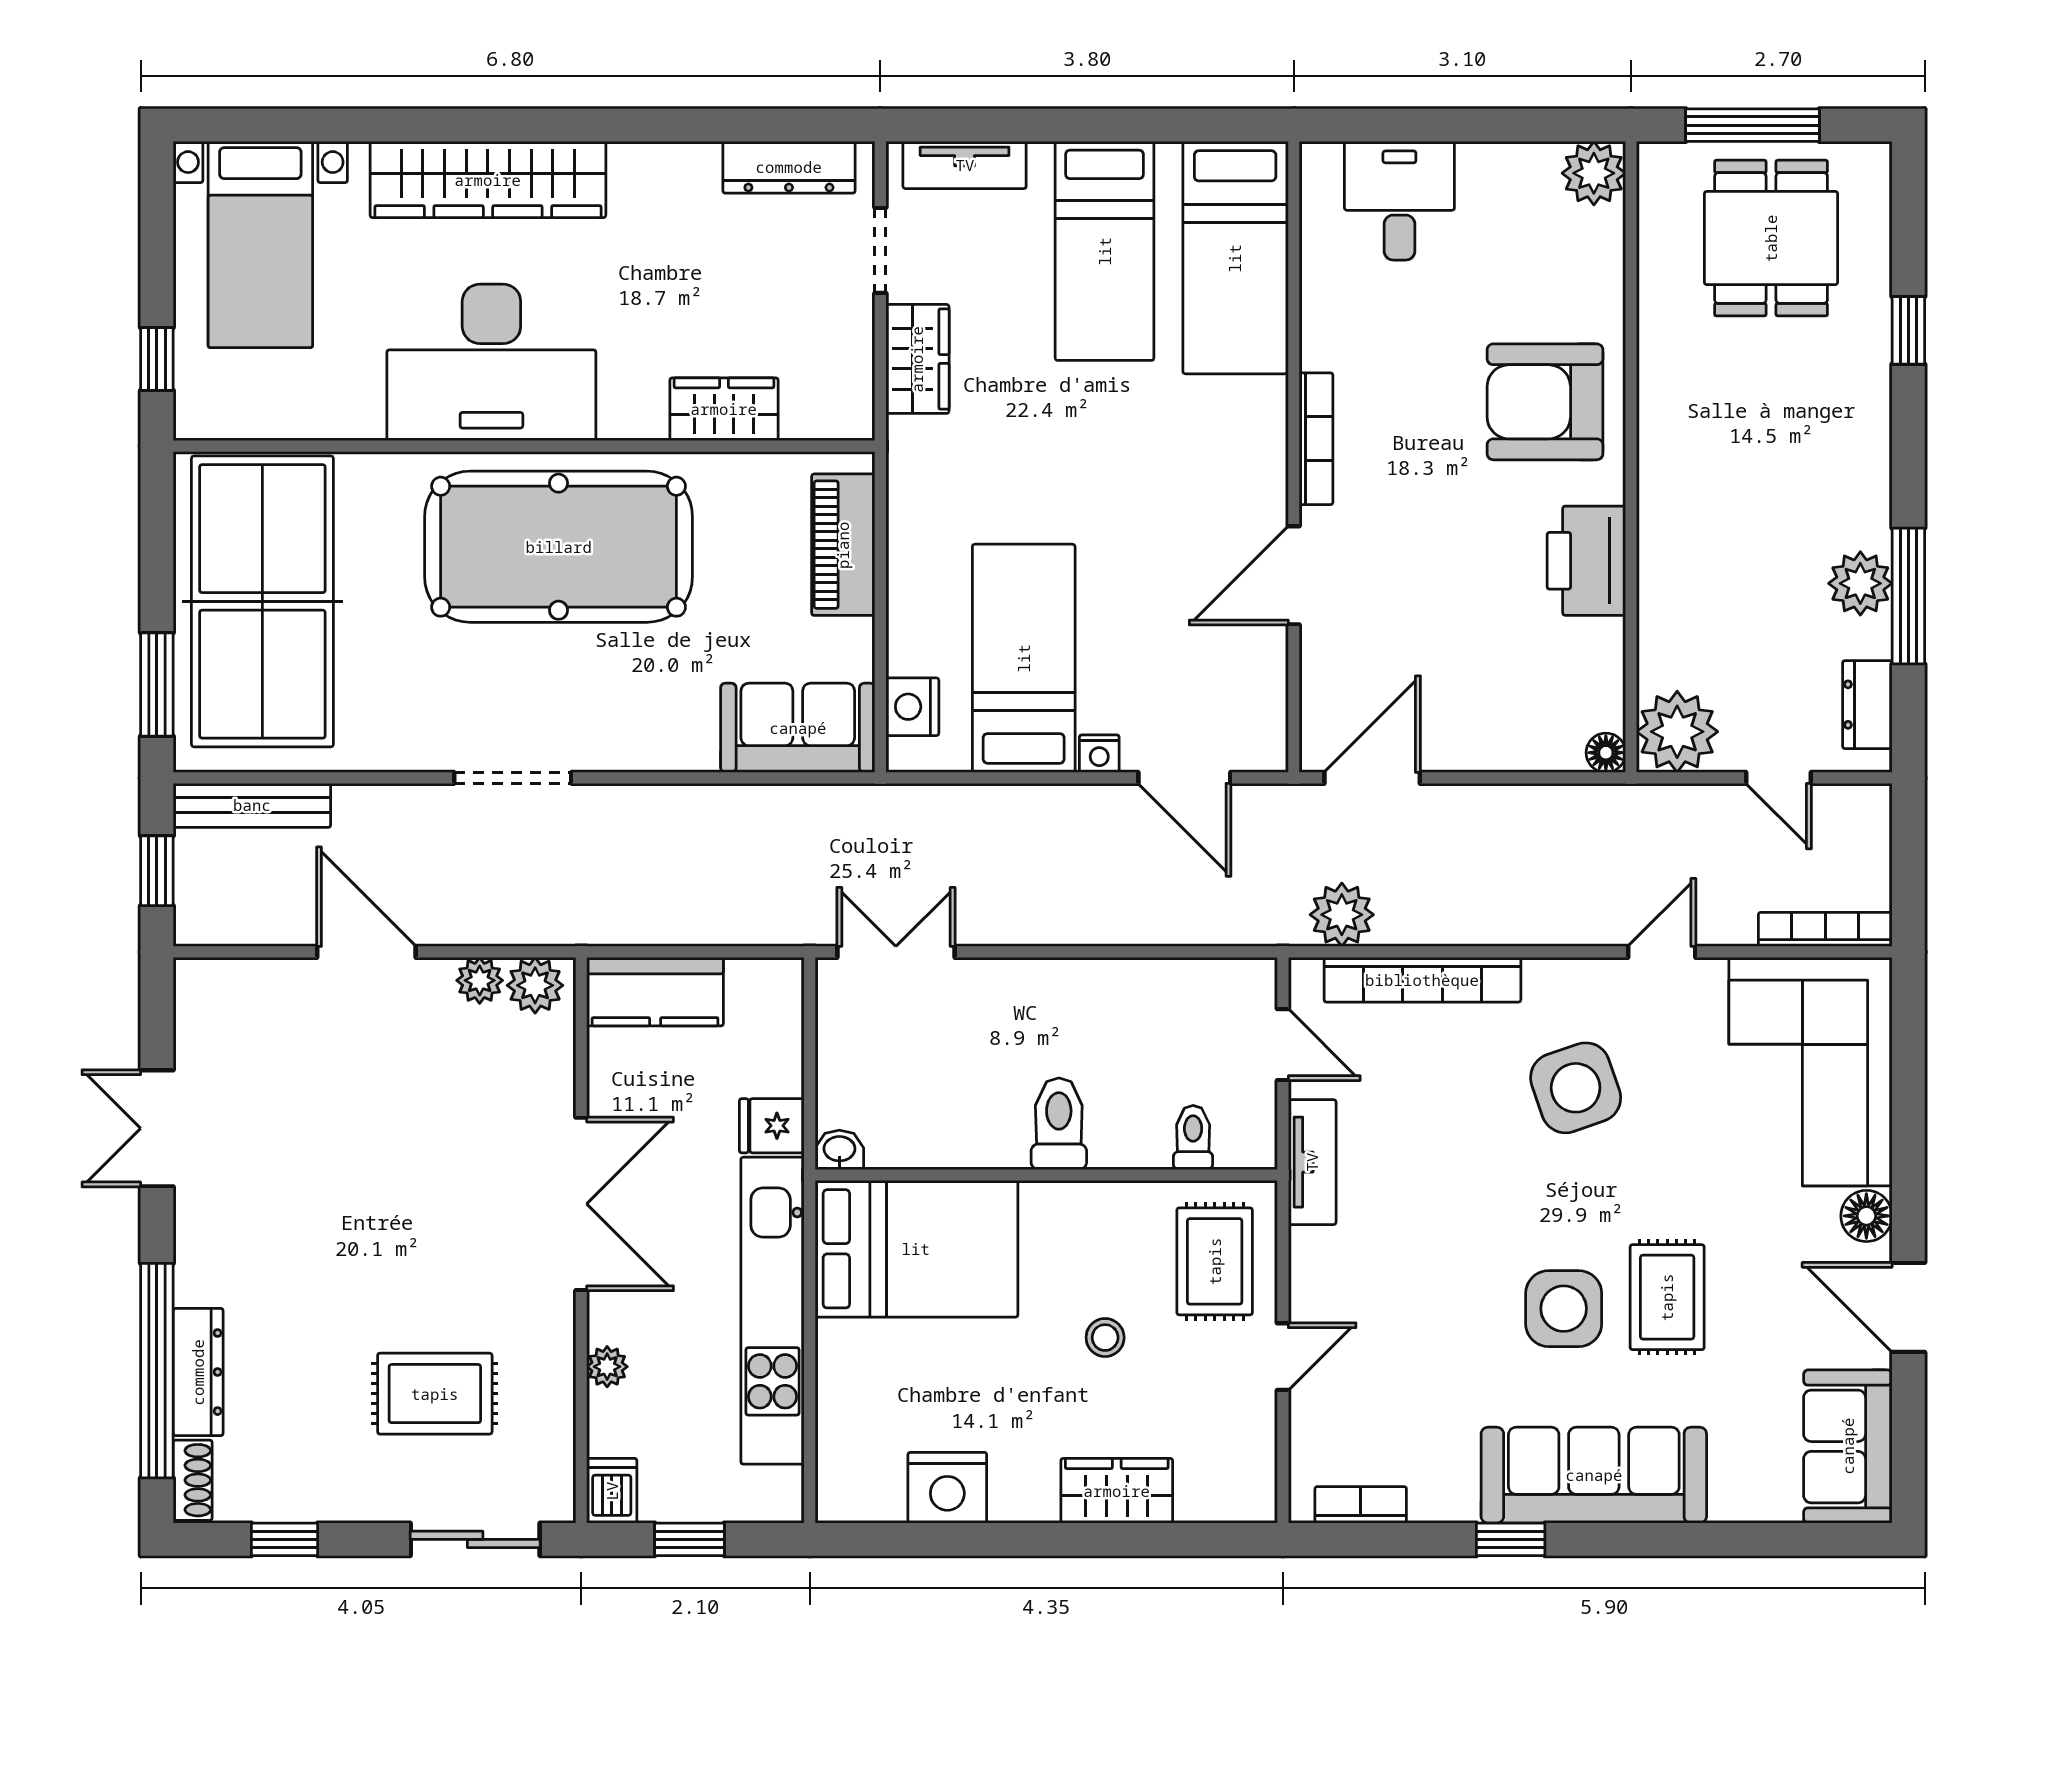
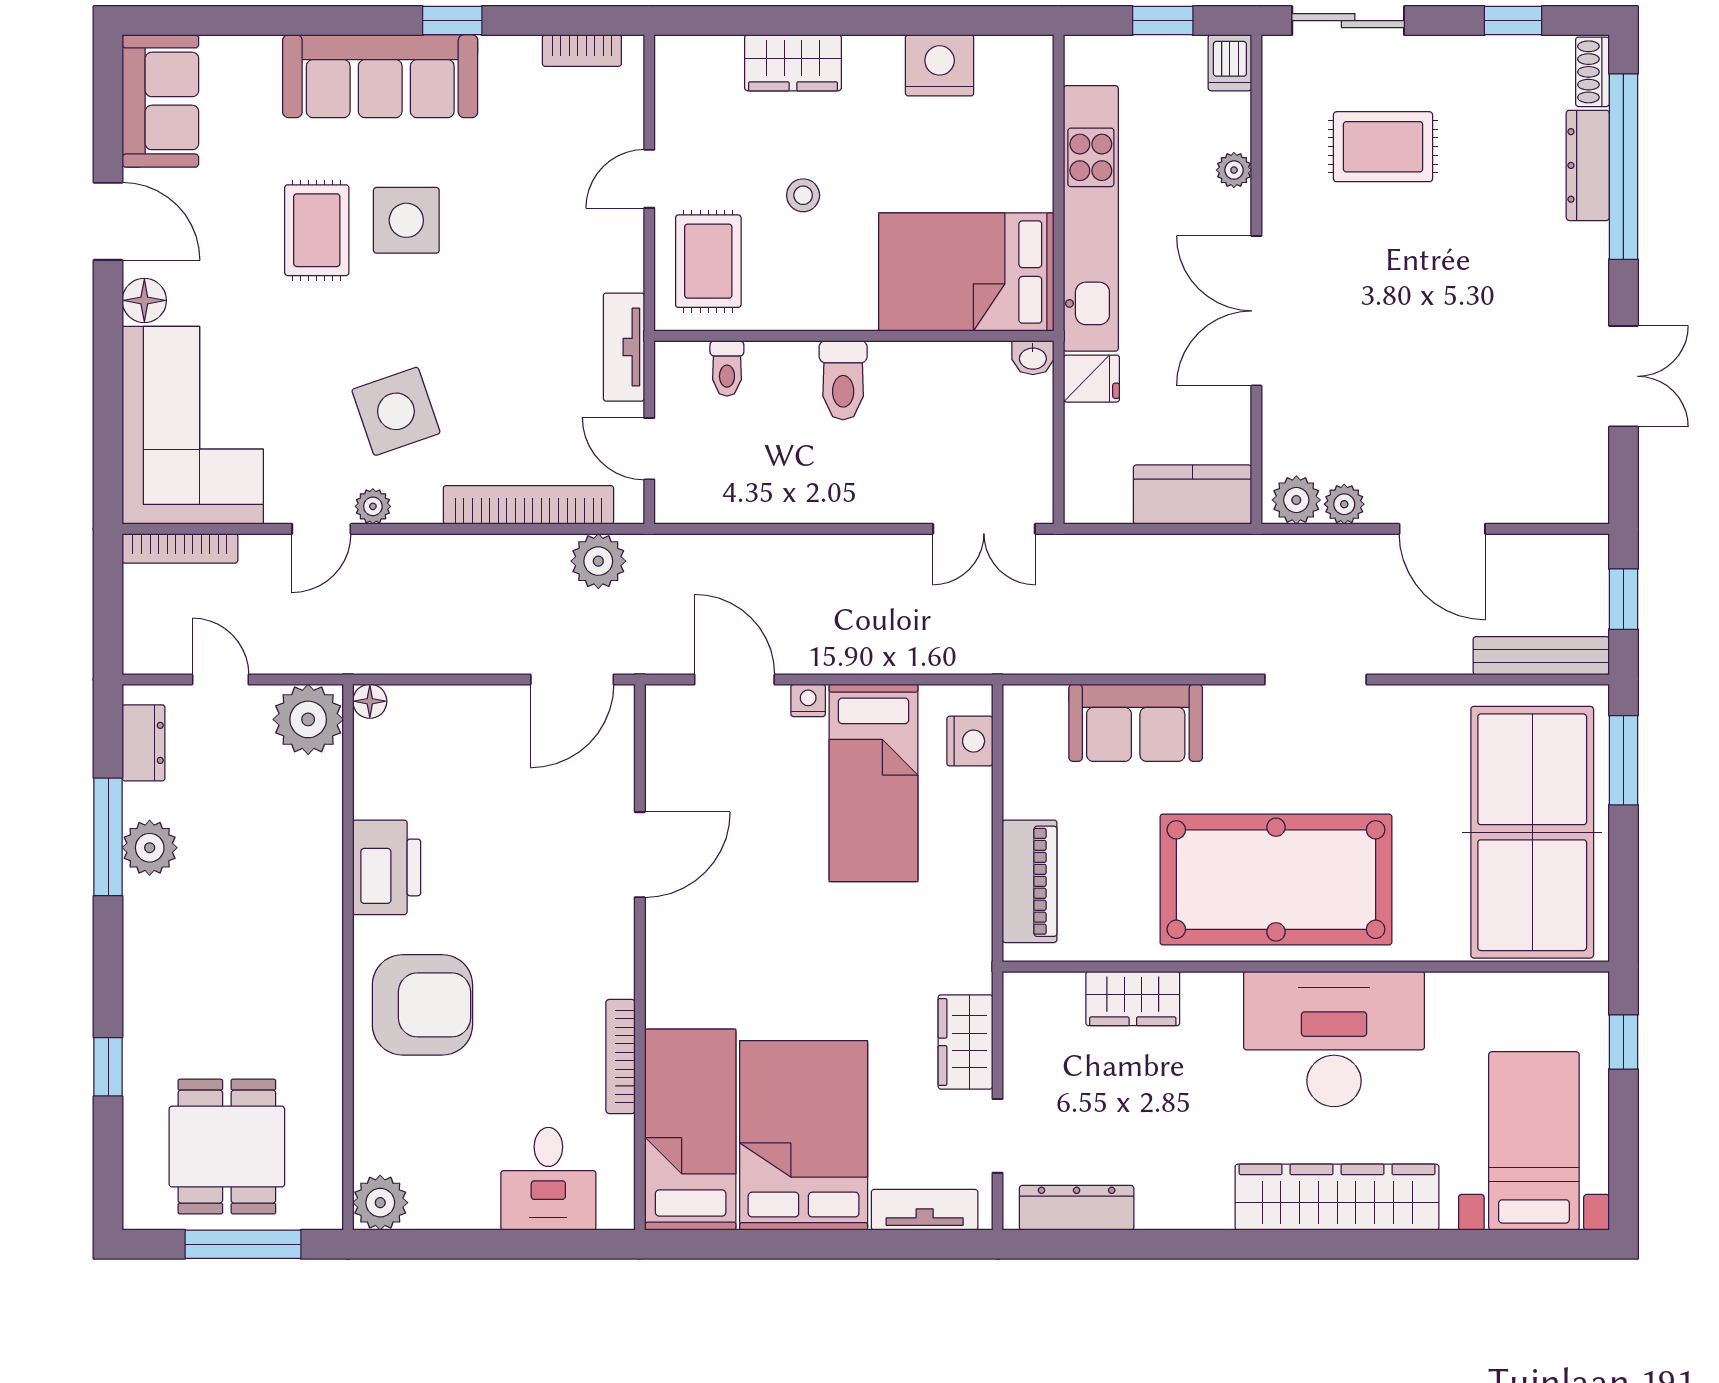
bed: (1105, 251) -> (804, 1135), width x1.50
bookcase: (1316, 439) -> (621, 1056), moved
sofa: (798, 728) -> (1136, 723), moved
plant: (1602, 978) -> (373, 506), added

